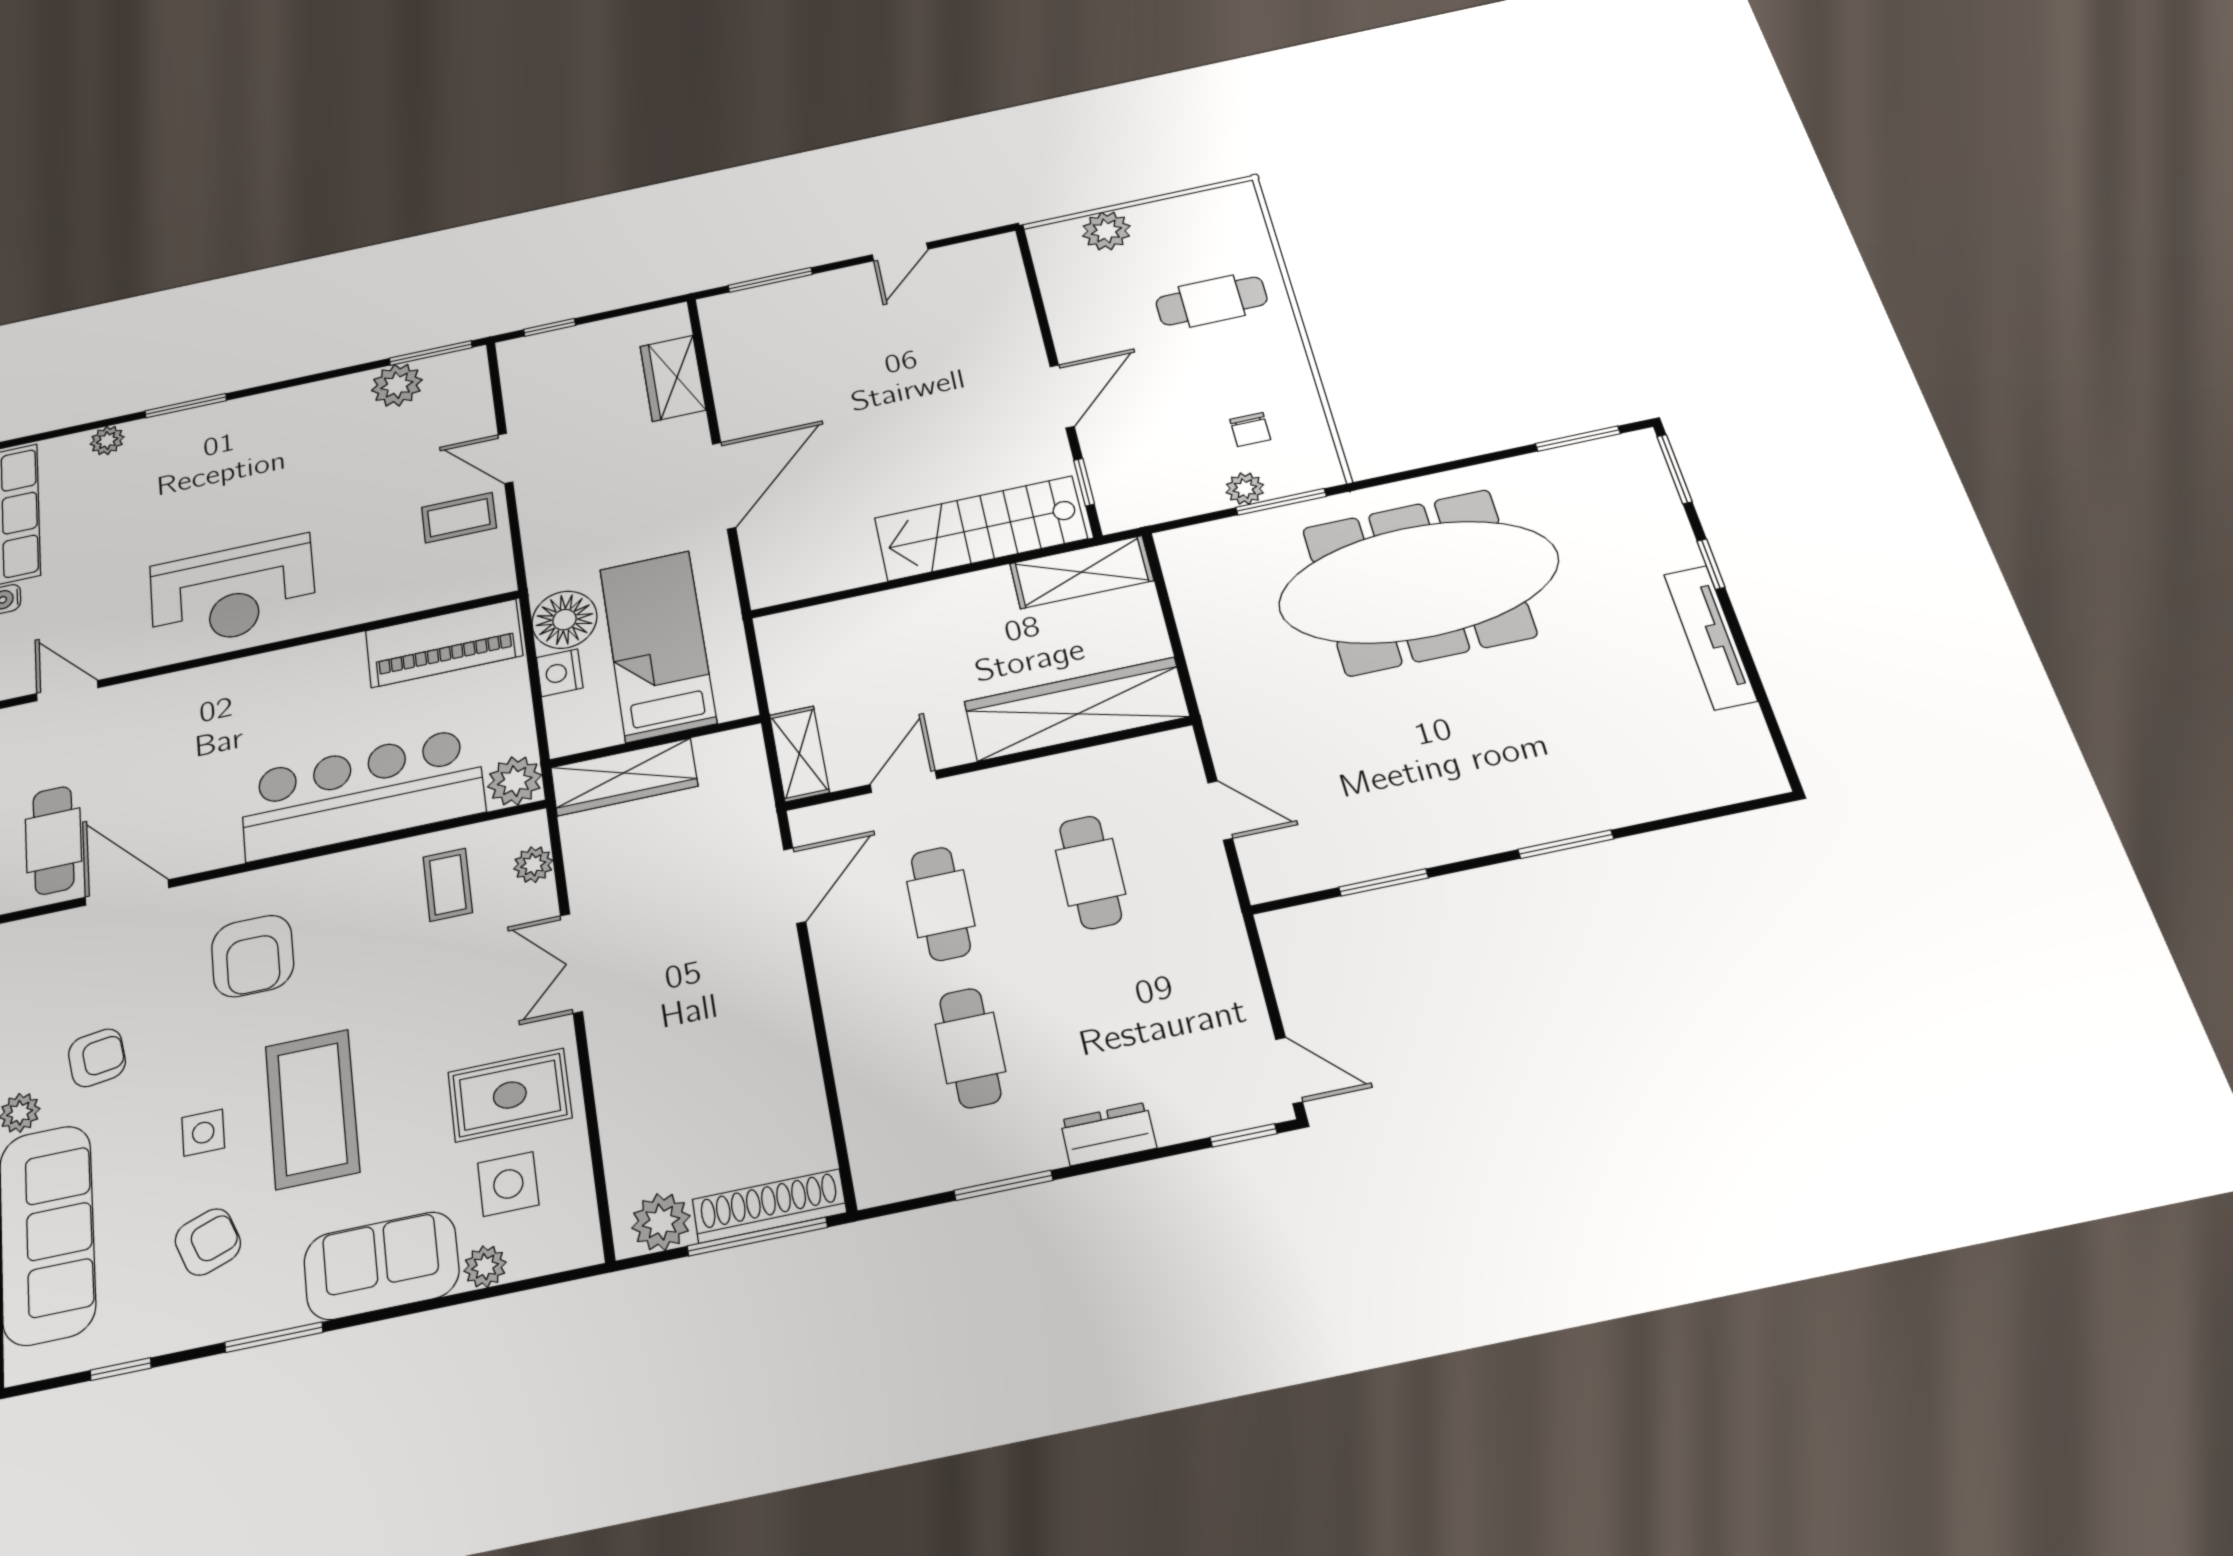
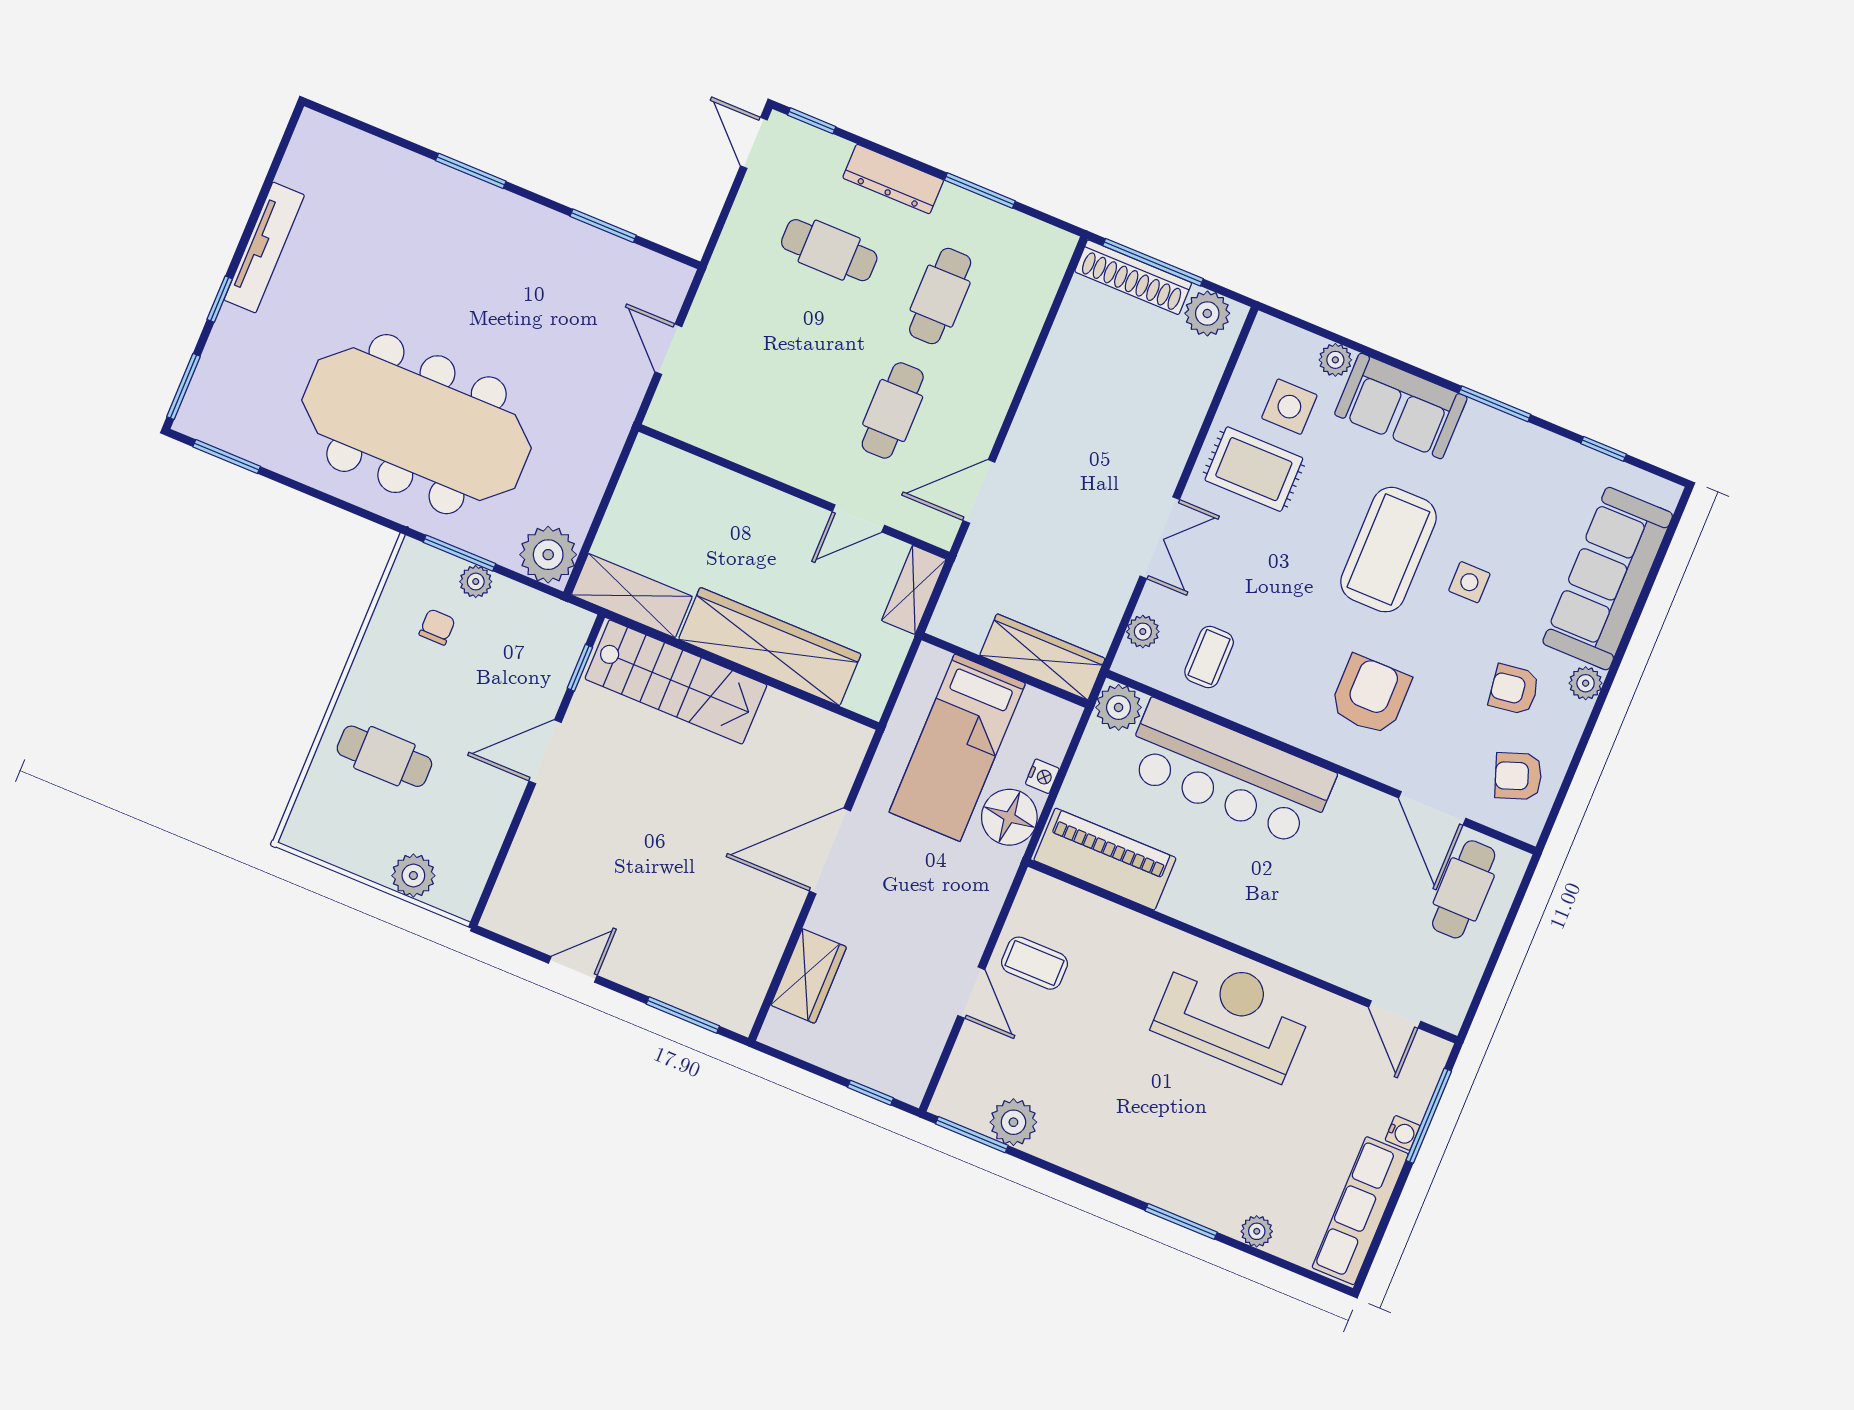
plant: (1193, 555) -> (548, 555), added
nightstand: (560, 673) -> (1042, 776), width x0.72, depth x0.74
wardrobe: (1076, 709) -> (770, 647), moved, turned 180
cafe table: (1090, 872) -> (829, 250), moved, turned 90
dresser: (1108, 1134) -> (893, 179), width x1.44
armchair: (208, 1242) -> (1518, 776), moved

